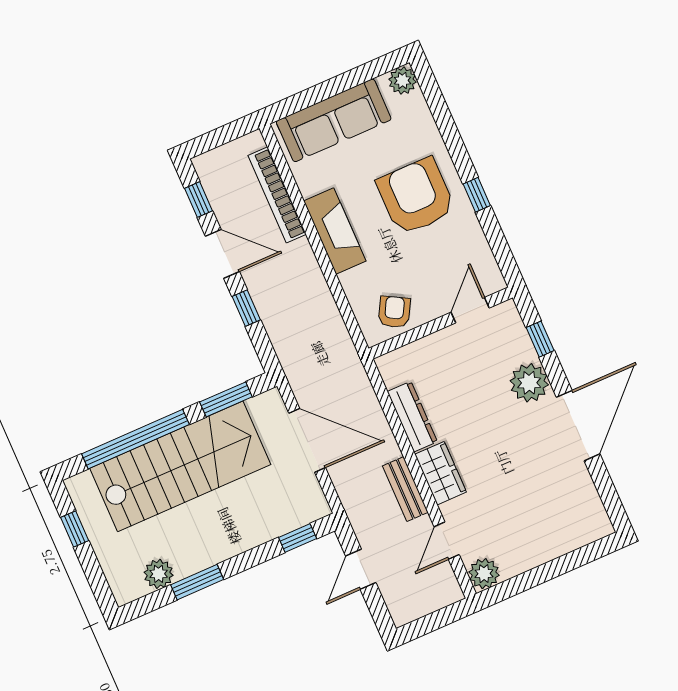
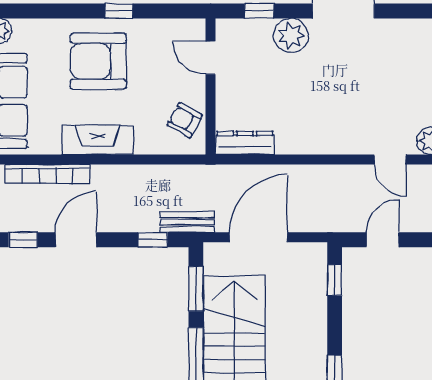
window: (246, 308) -> (153, 240), moved
dresser: (412, 417) -> (245, 143), moved
wardrobe: (441, 473) -> (333, 140), removed
bench: (405, 489) -> (187, 222), moved
door: (361, 569) -> (383, 240), swing flipped

